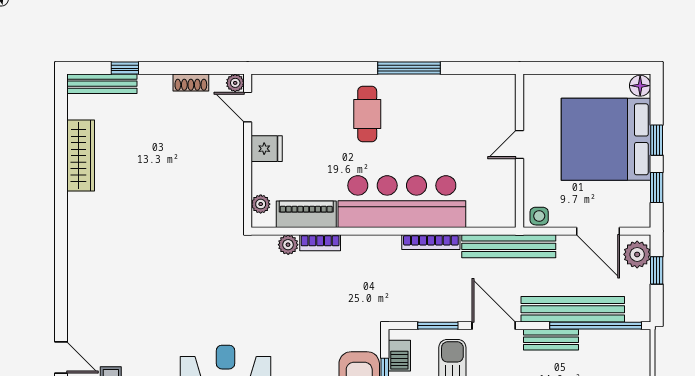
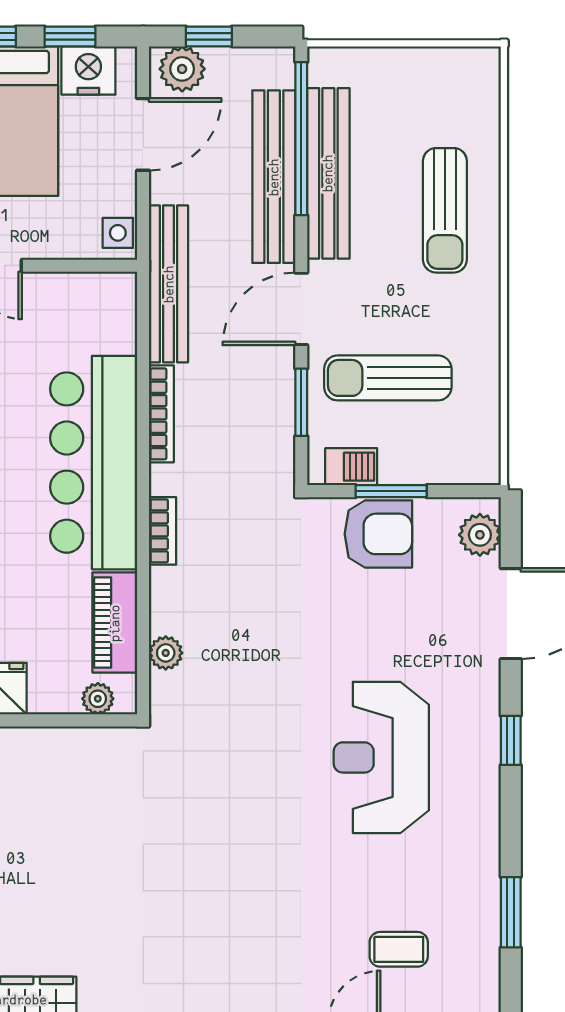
nightstand: (636, 198) -> (88, 71), added
bookcase: (320, 243) -> (163, 531), moved
bench: (551, 340) -> (328, 173), width x1.86, depth x1.21

